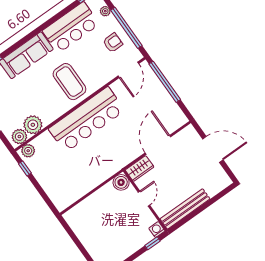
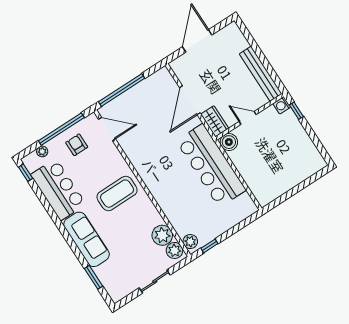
bar counter: (87, 120) -> (211, 165), moved, turned 180
door: (158, 145) -> (190, 100), hinge flipped

